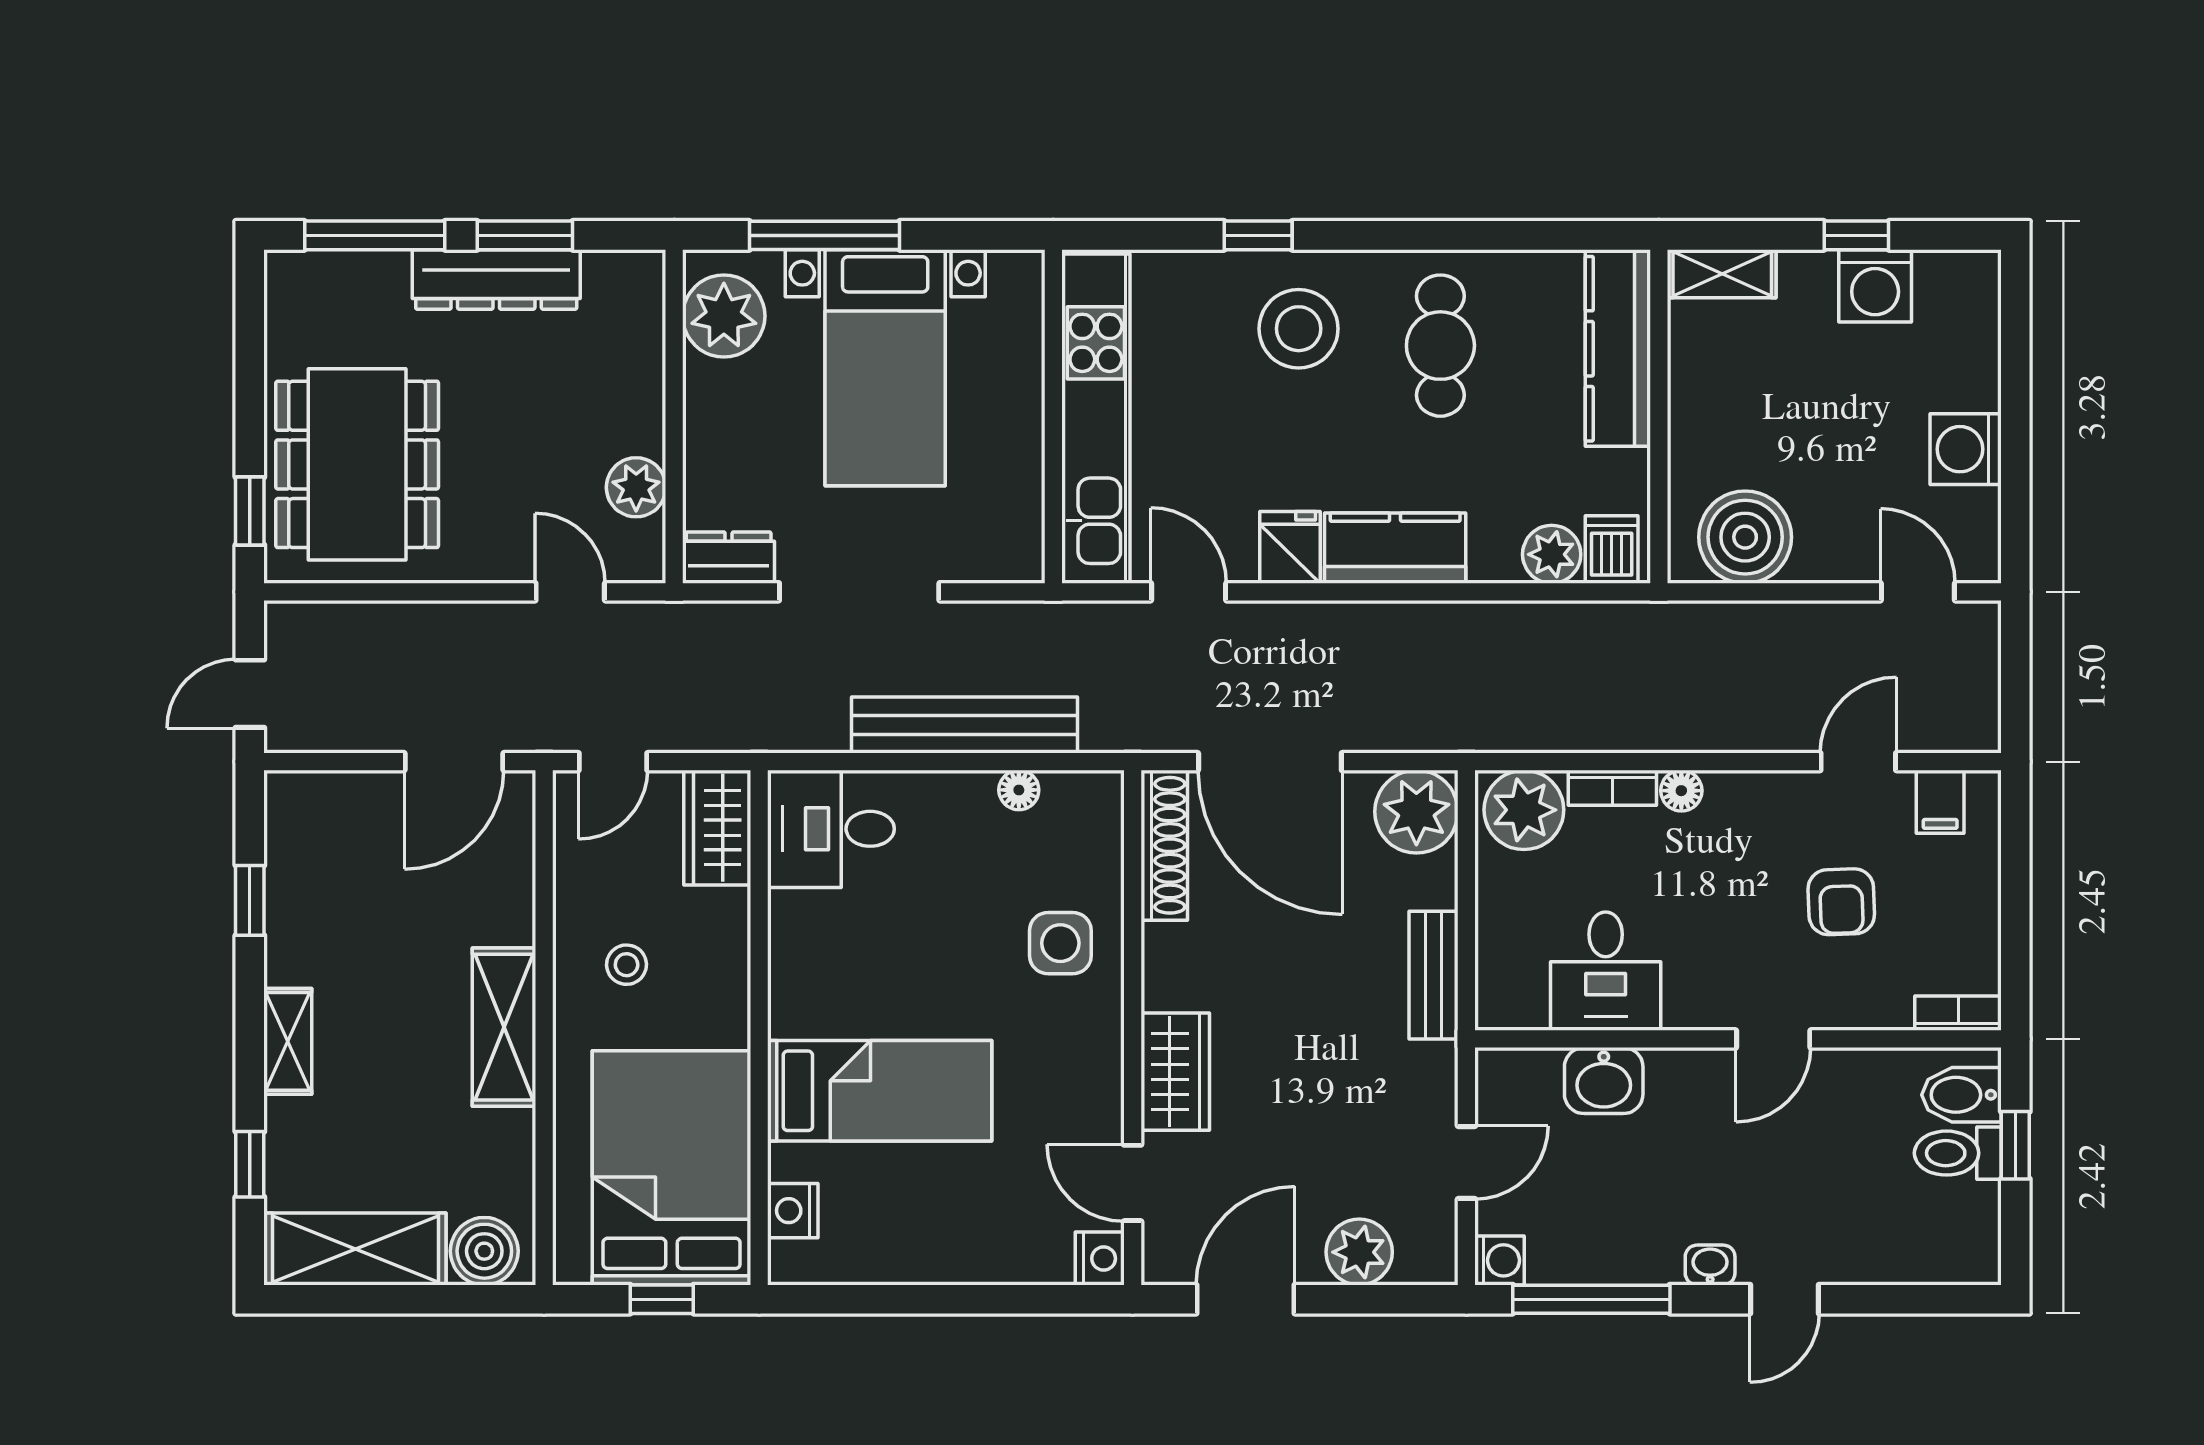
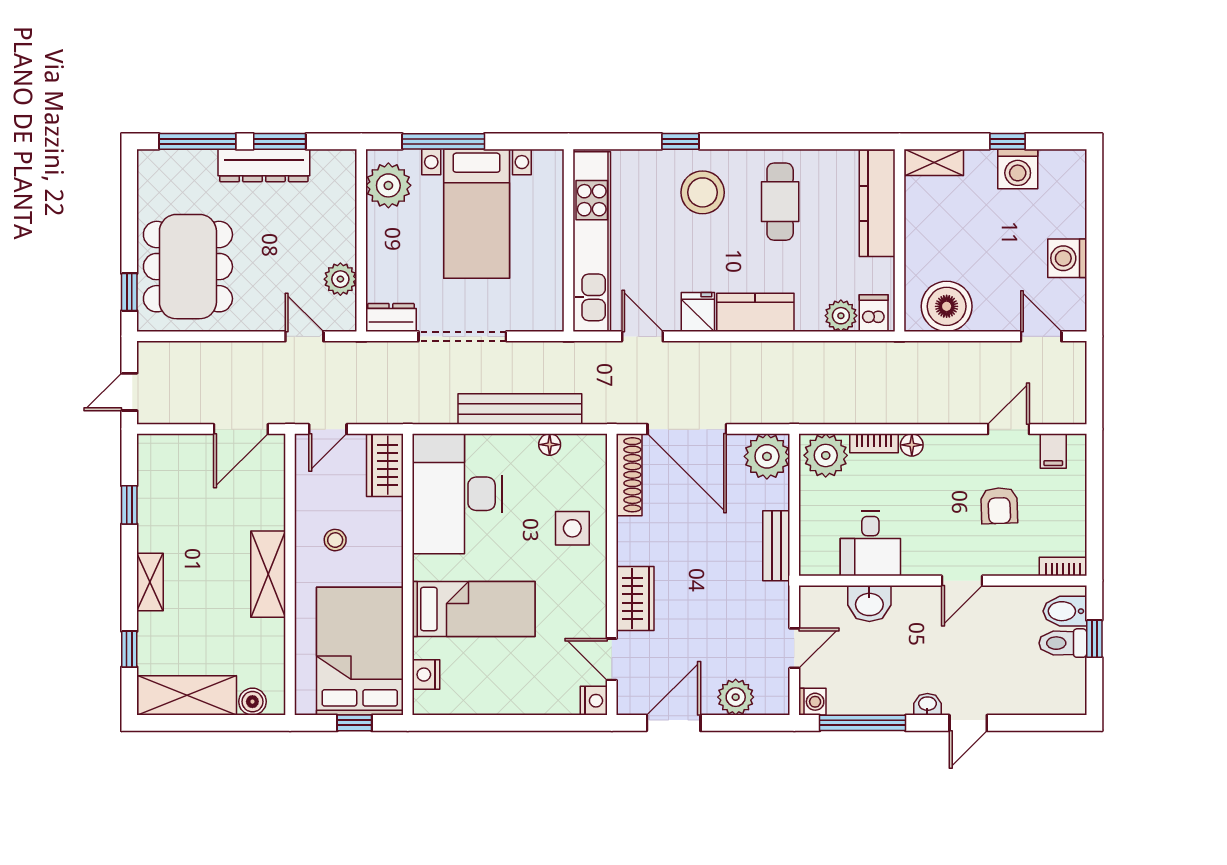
desk: (831, 829) -> (457, 494), width x1.87, depth x1.30
boiler: (484, 1251) -> (252, 702), width x0.73, depth x0.73

